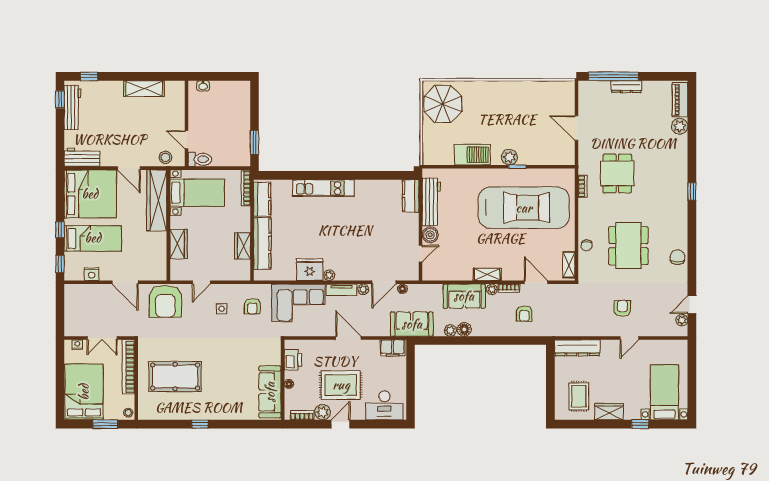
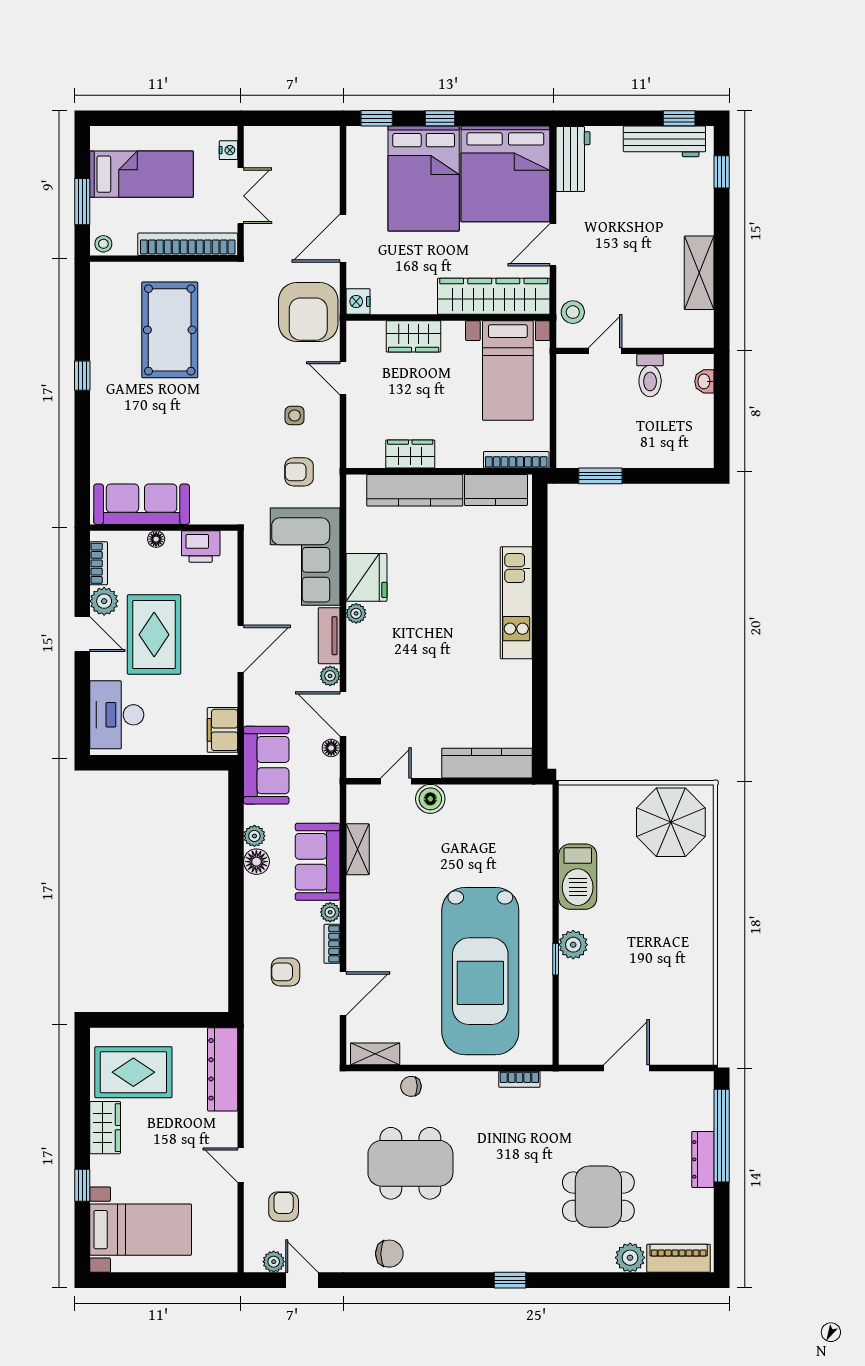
toilet: (200, 159) -> (650, 375), moved
dining table: (617, 173) -> (598, 1197), moved
kitchen counter: (411, 196) -> (487, 763), width x1.50
workbench: (431, 202) -> (491, 801), removed
bed: (93, 238) -> (424, 179), width x1.50
door: (421, 254) -> (396, 781), swing flipped
nightstand: (92, 274) -> (358, 302), moved
shelving: (487, 274) -> (358, 849), moved
armchair: (165, 301) -> (308, 312), turned -90
armchair: (622, 308) -> (284, 1207), moved, turned -90
double door: (102, 338) -> (241, 196), swing flipped
bed: (84, 392) -> (141, 174), width x0.67
rug: (579, 396) -> (133, 1072), width x1.36, depth x1.43

